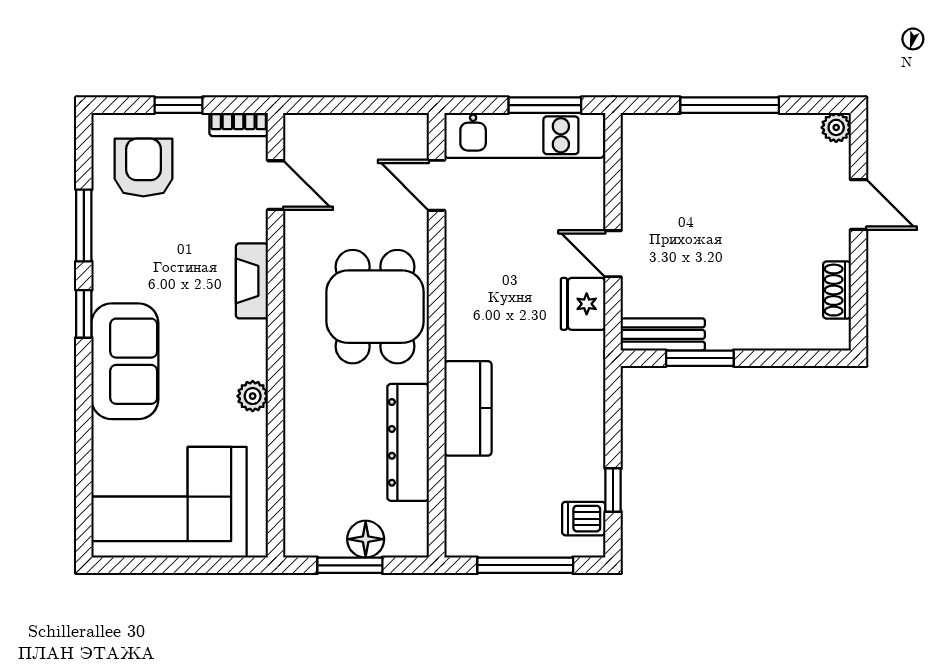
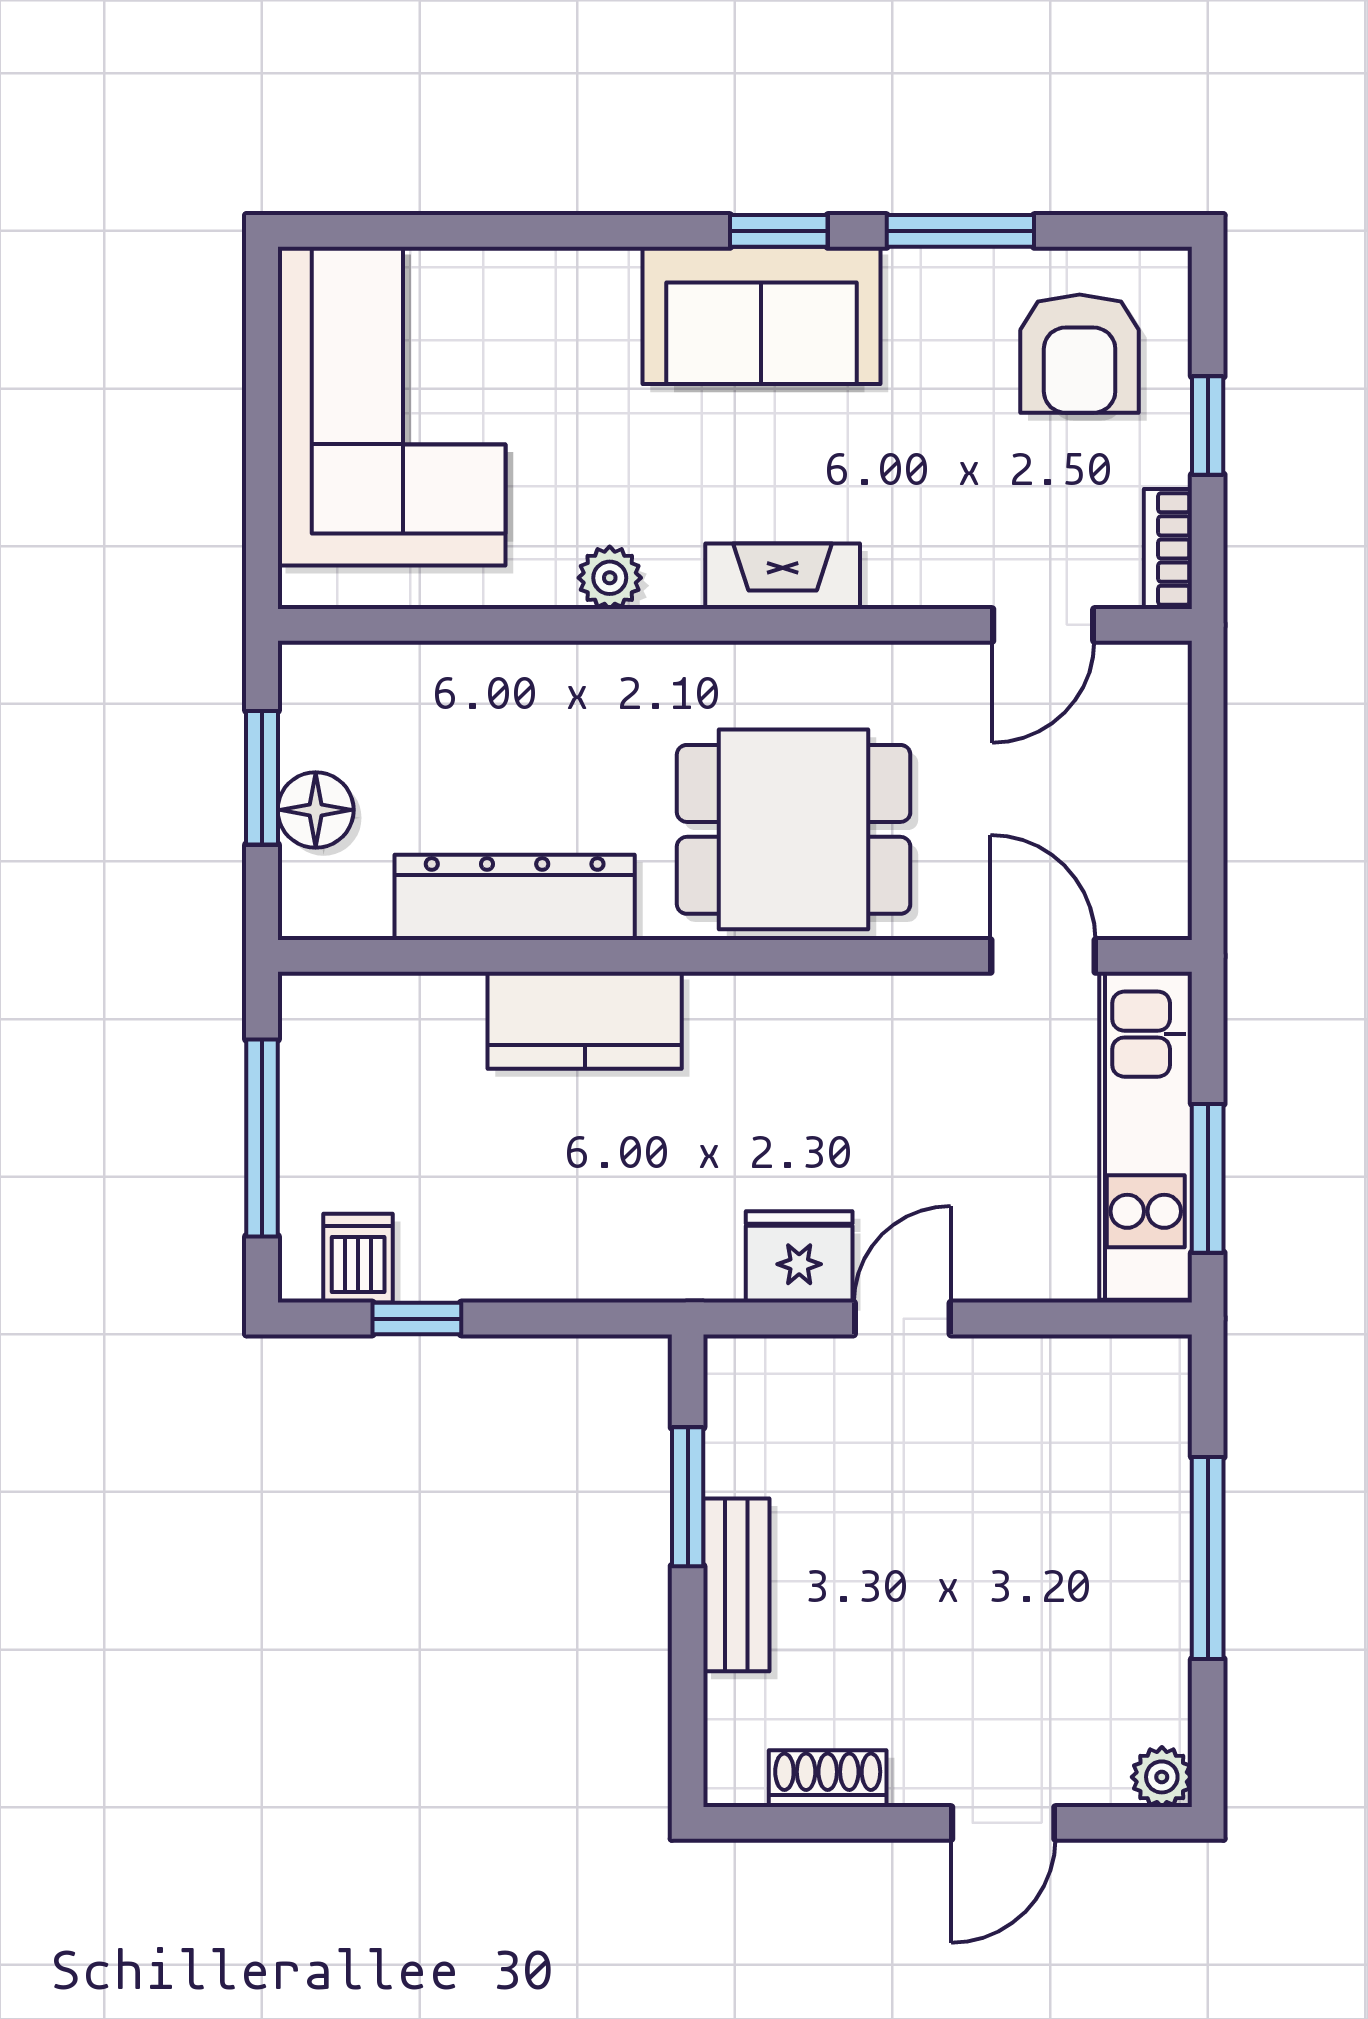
armchair: (143, 167) -> (1080, 354), turned 90
door: (437, 185) -> (1043, 956), hinge flipped
fireplace: (252, 281) -> (783, 576), moved
bench: (663, 334) -> (736, 1585), moved
sofa: (125, 361) -> (761, 315), moved

